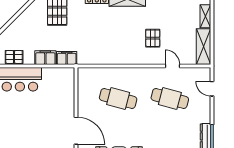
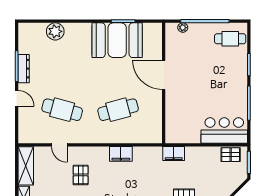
filing cabinet: (45, 58) -> (121, 154), moved
door: (212, 89) -> (17, 98), moved
cafe table: (118, 98) -> (118, 110), turned -30

